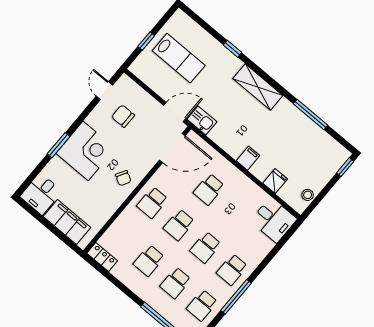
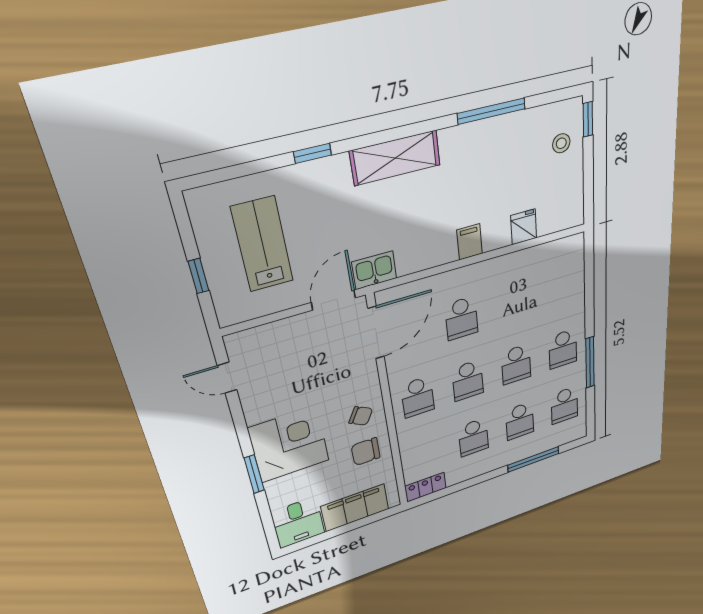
lab bench: (179, 58) -> (262, 244), turned -90
chair: (123, 116) -> (366, 452), moved
stool: (308, 195) -> (561, 143), moved
desk: (274, 220) -> (560, 262), removed

